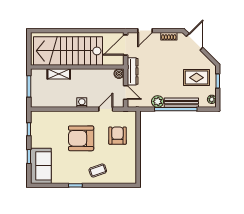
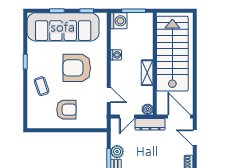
shelving: (59, 74) -> (147, 73), moved
washing machine: (38, 100) -> (119, 21), added
washing machine: (82, 103) -> (116, 55), moved
armchair: (117, 136) -> (66, 110), moved
armchair: (81, 138) -> (77, 68), turned -90
sofa: (41, 166) -> (63, 27), width x1.85, depth x1.27

